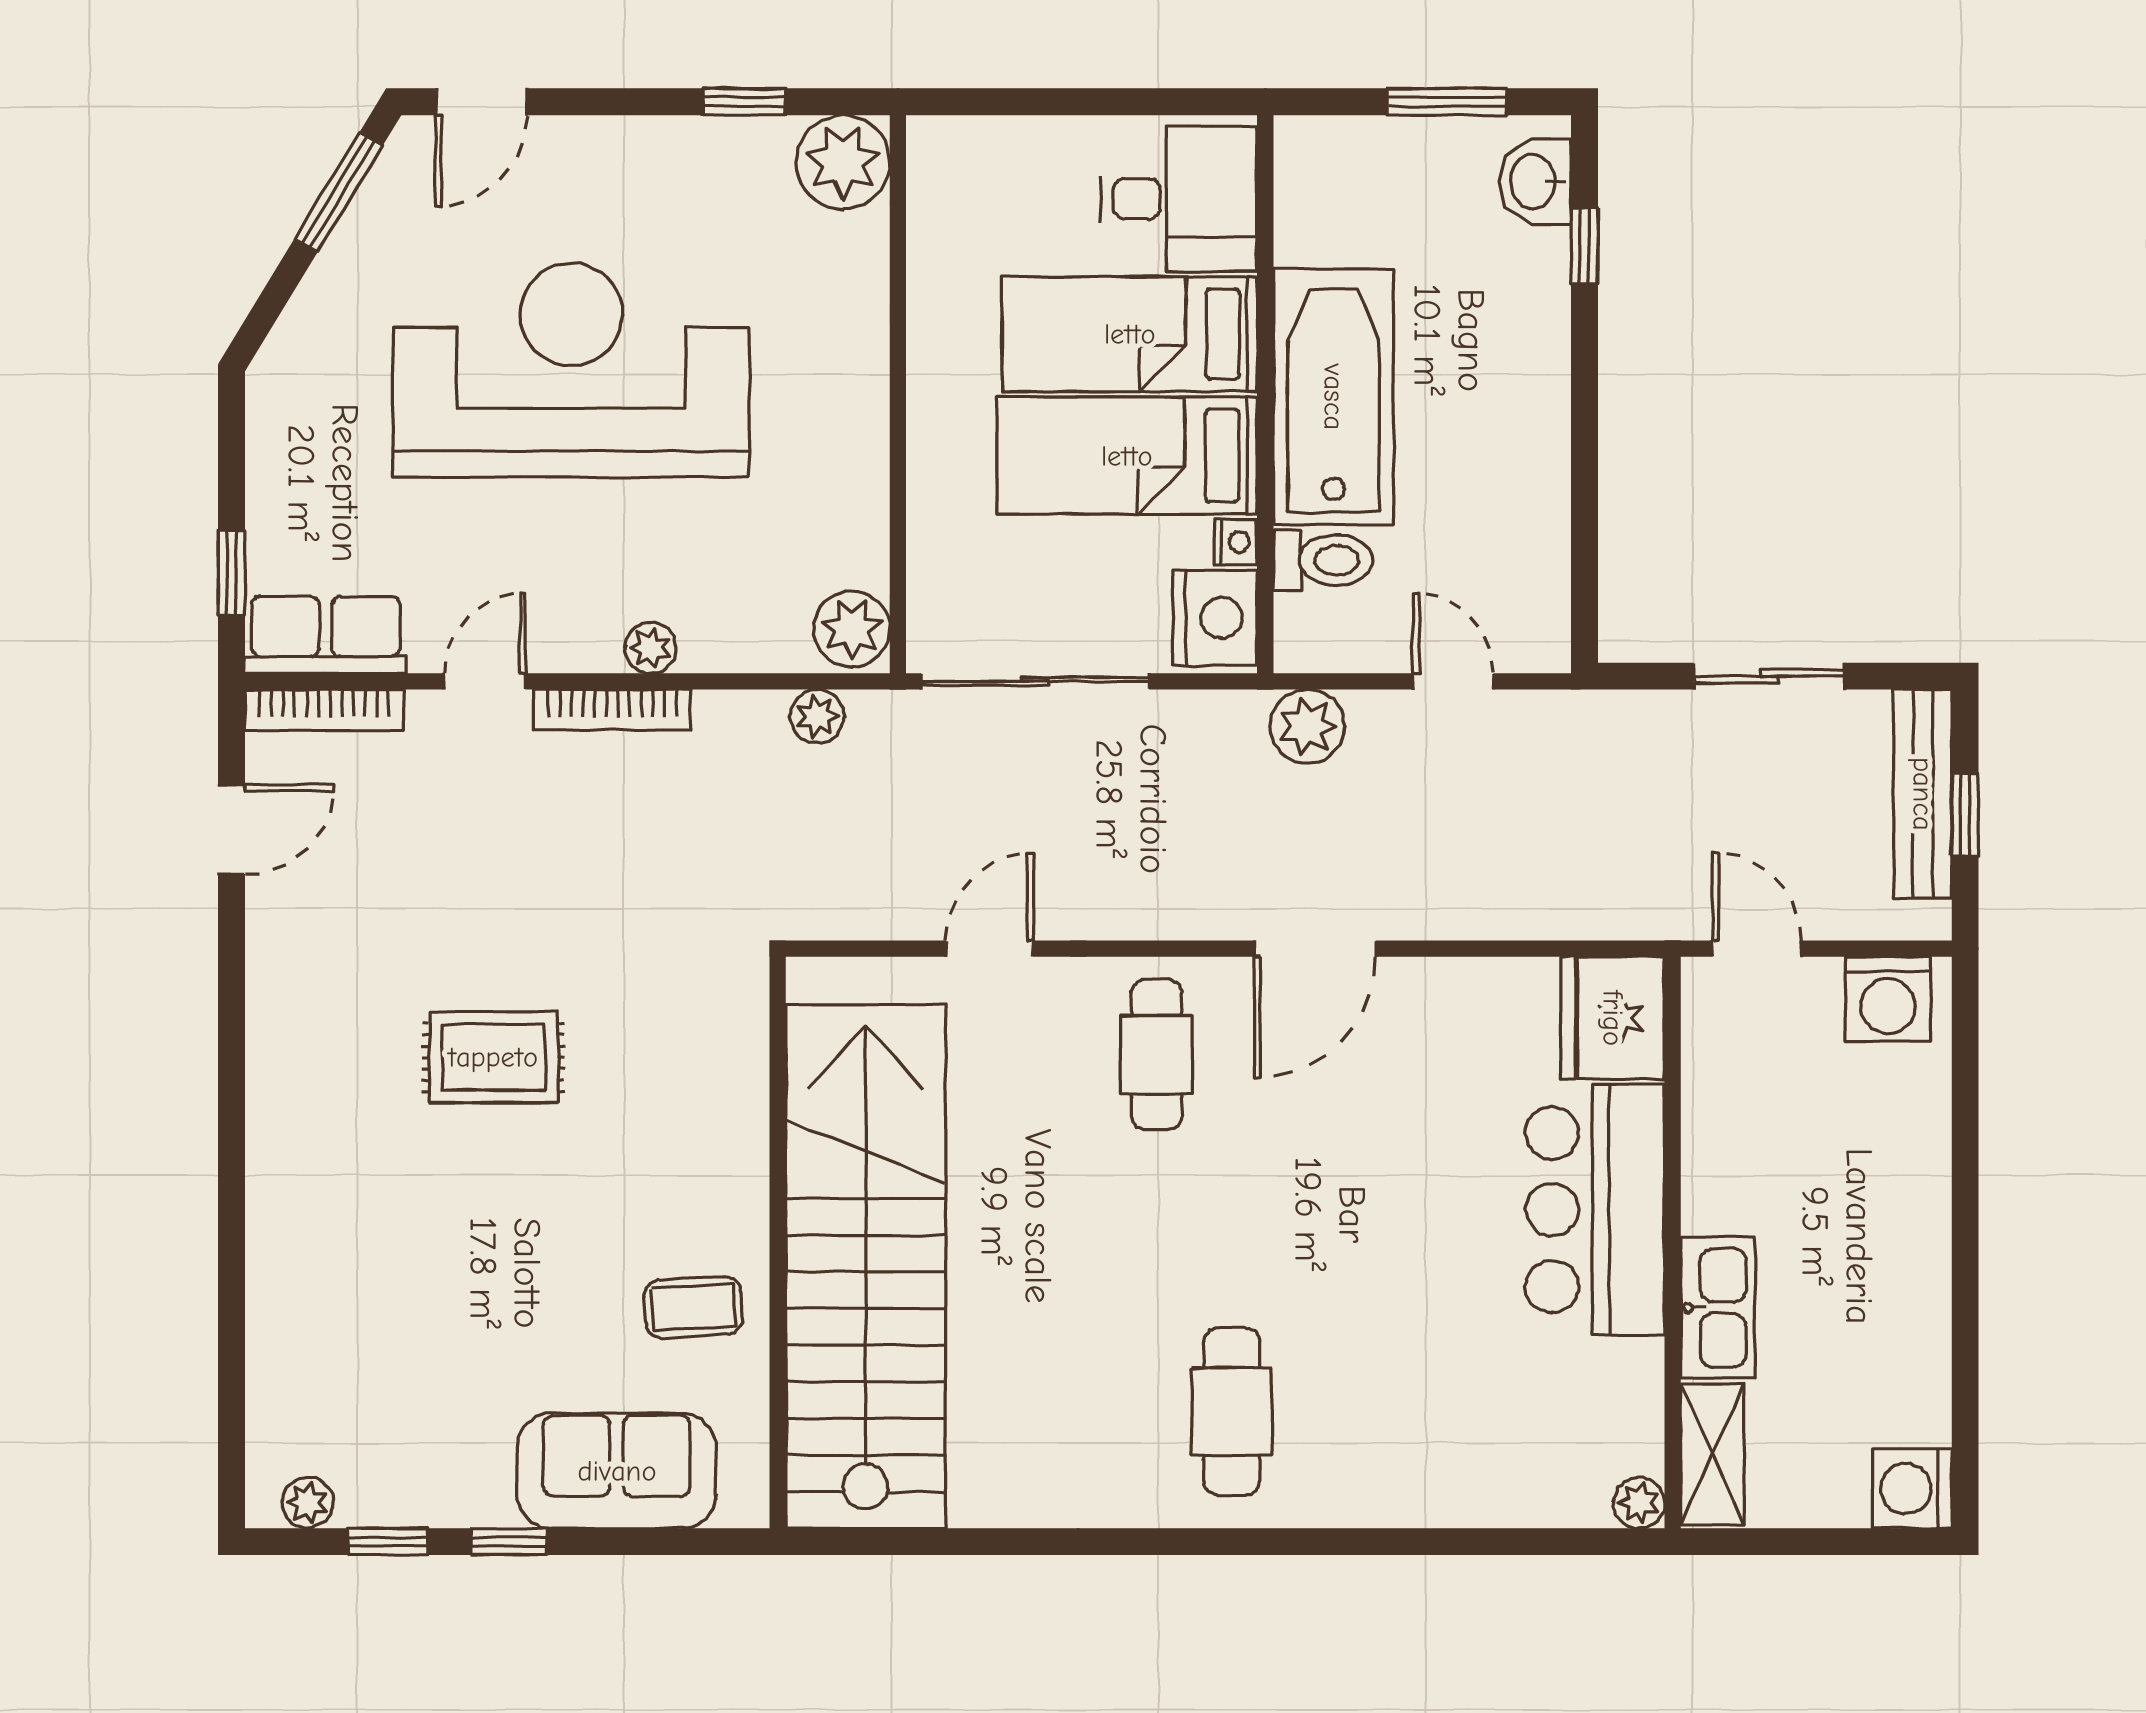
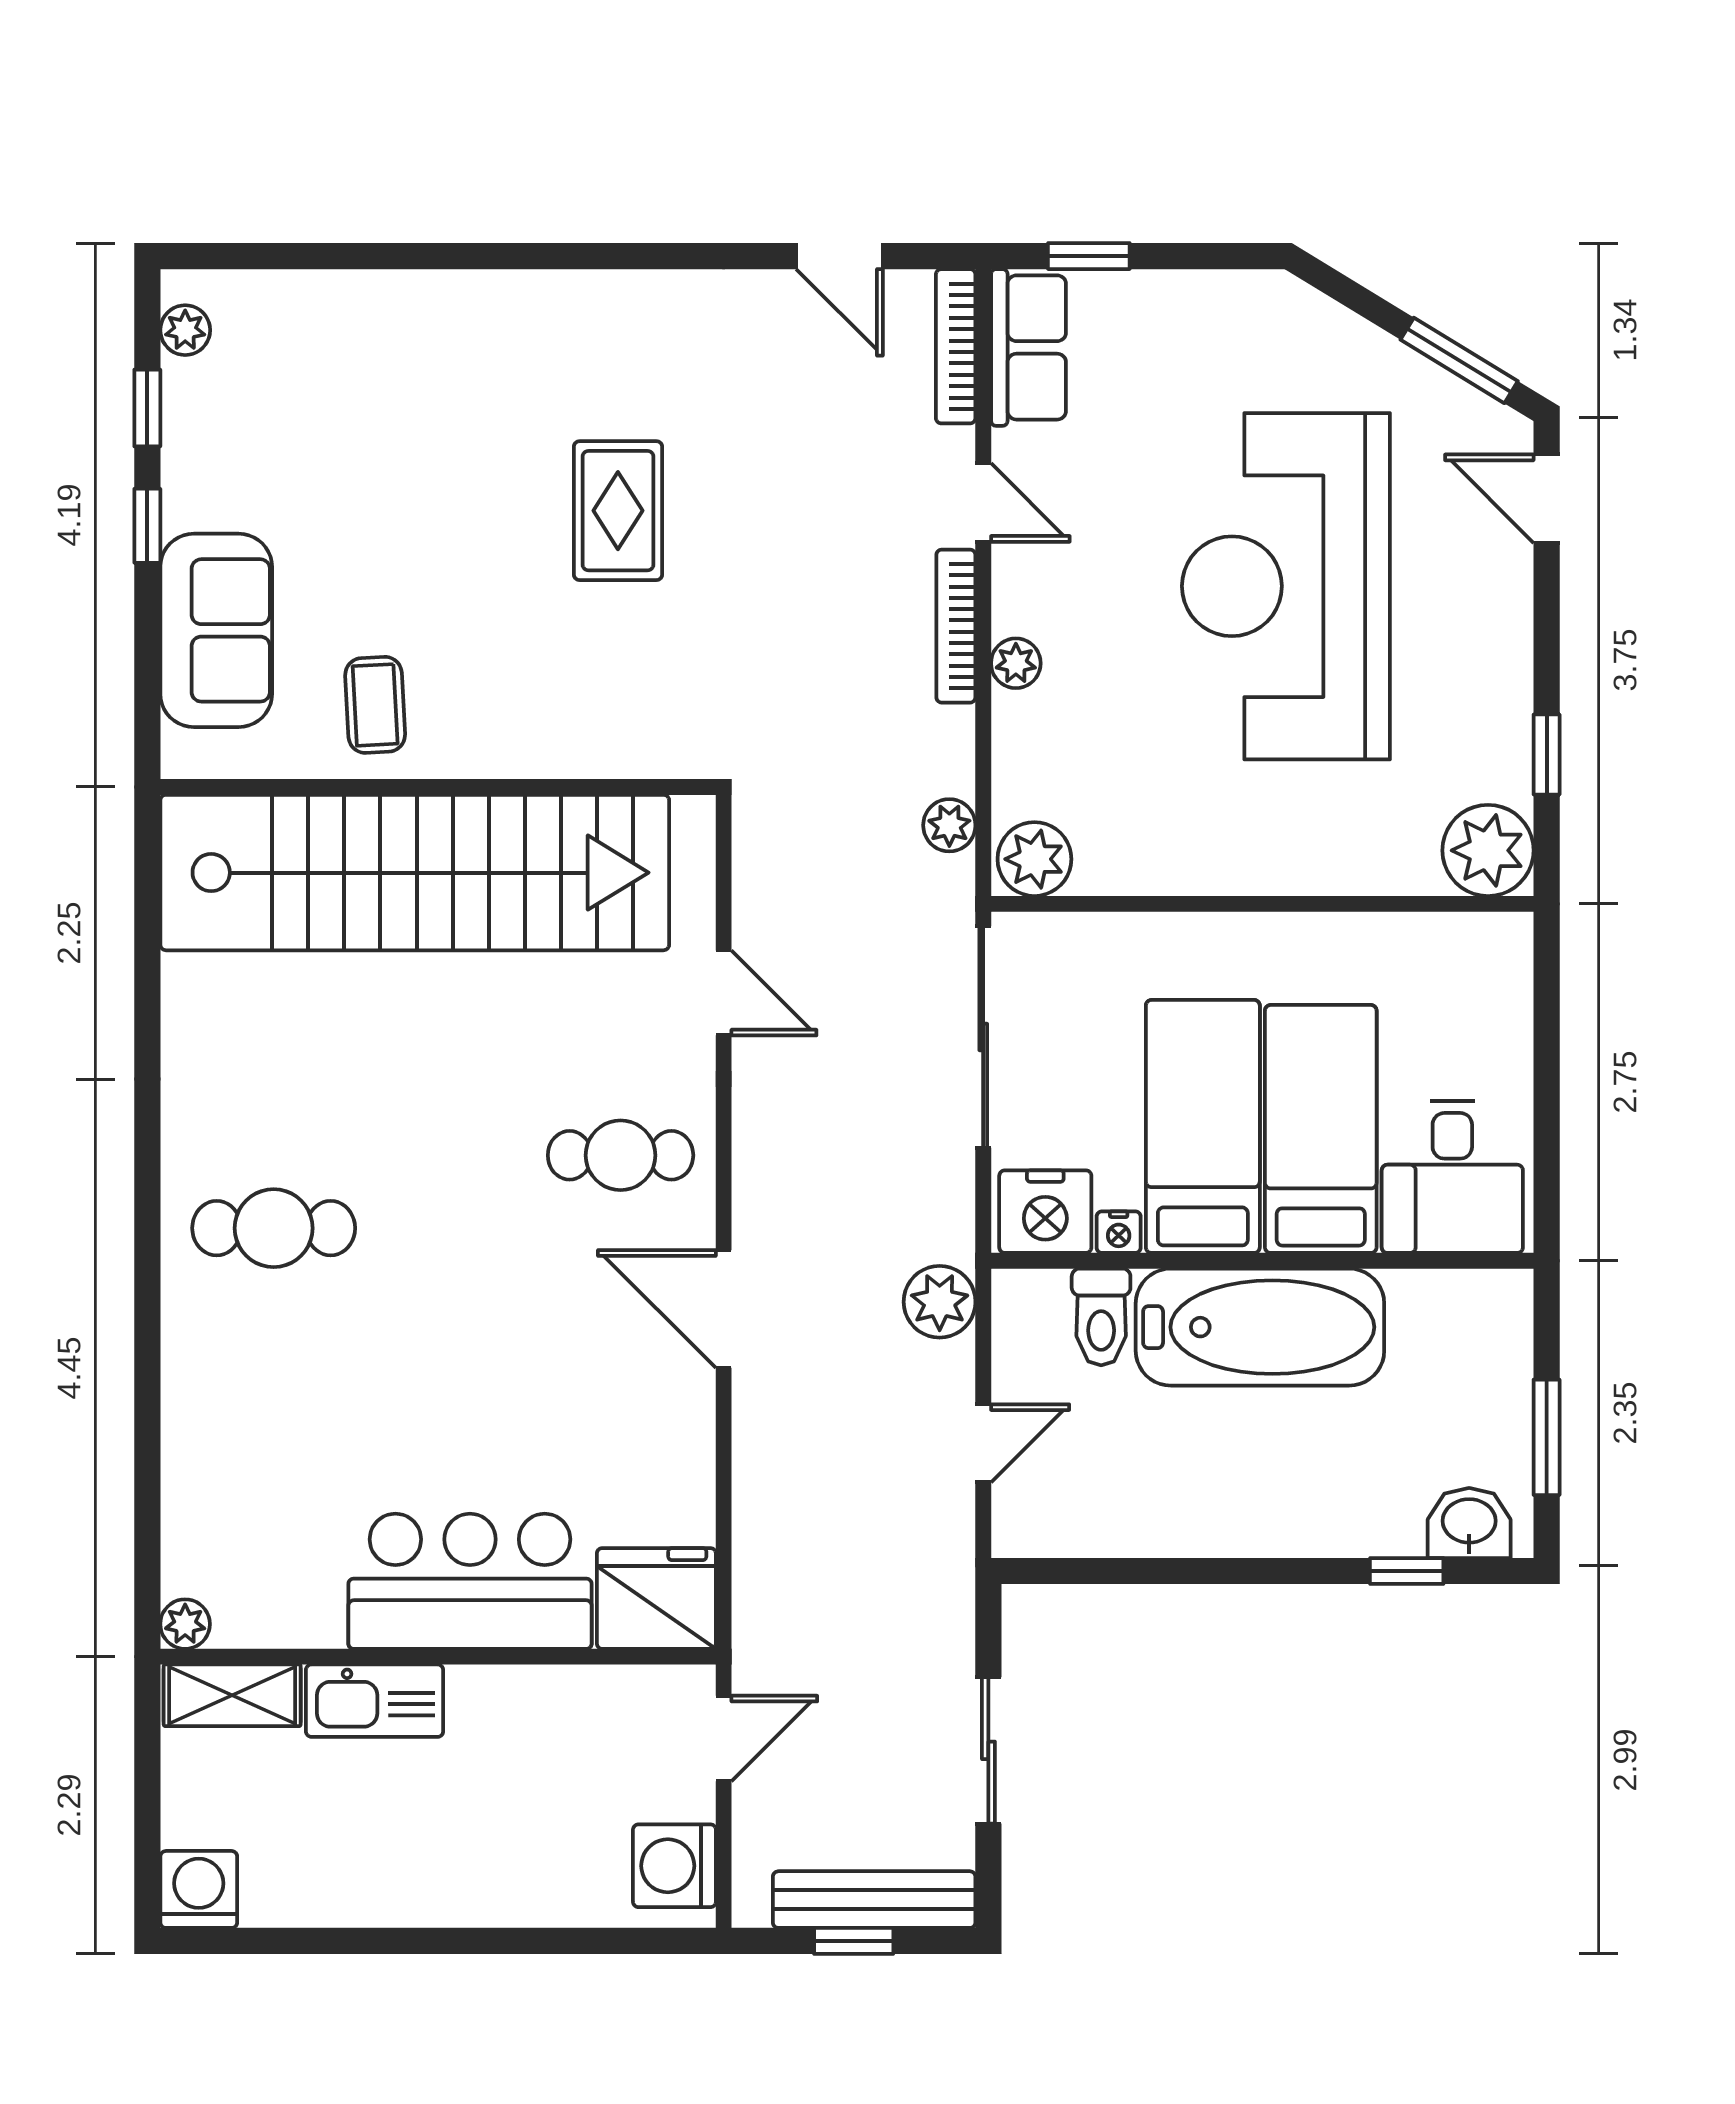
reception desk: (571, 370) -> (1286, 586), turned 180

